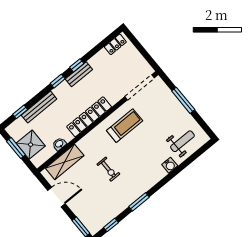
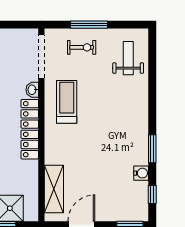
washbasin: (59, 144) -> (32, 90), moved
water cooler: (170, 165) -> (141, 173), moved
exercise bike: (108, 169) -> (82, 47), moved

